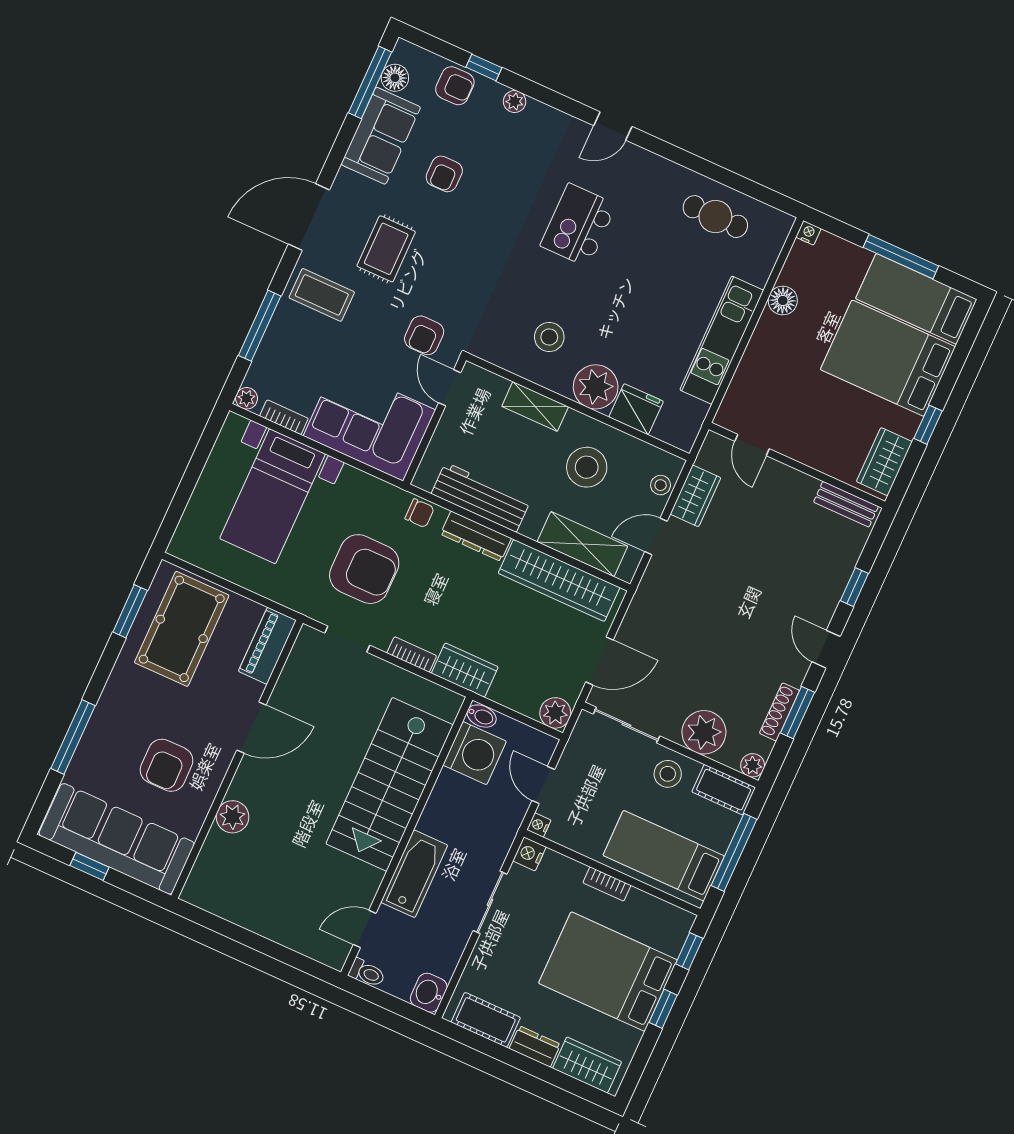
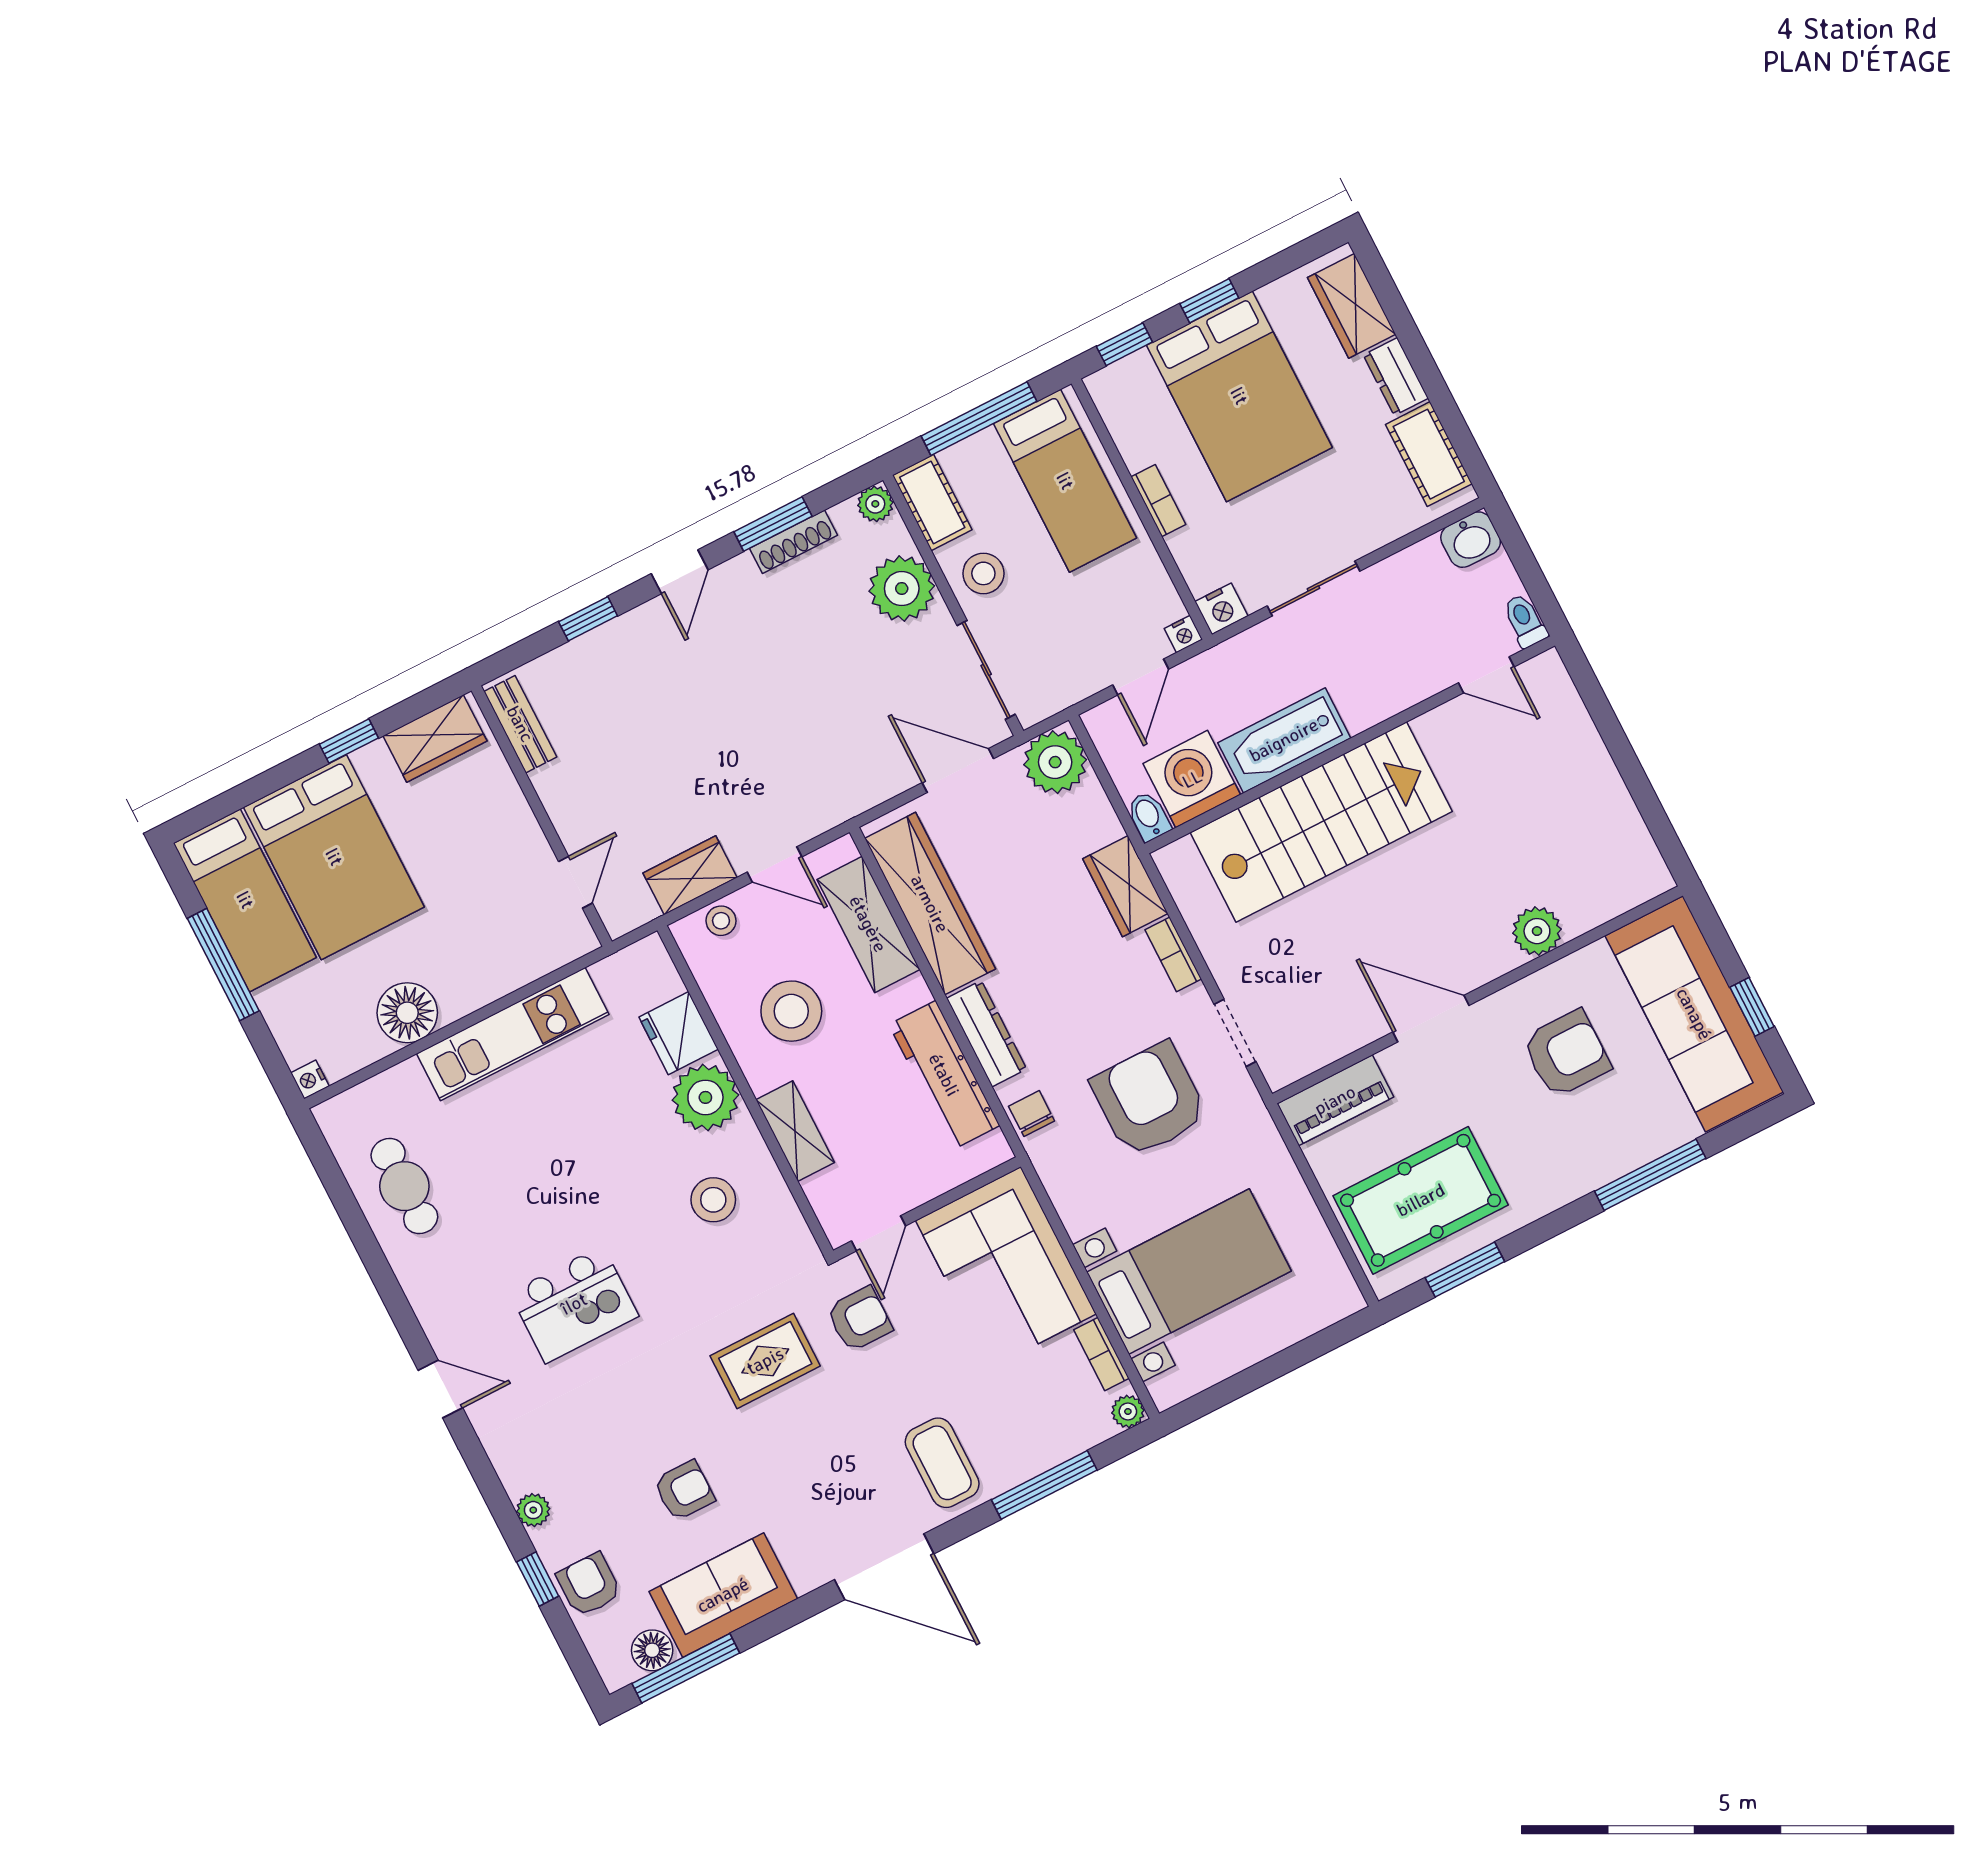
rug: (386, 249) -> (765, 1361), moved
floor lamp: (783, 301) -> (407, 1013), width x1.38, depth x1.38
plant: (555, 713) -> (1055, 762), width x1.36, depth x1.36
bathtub: (414, 874) -> (1284, 740), moved

